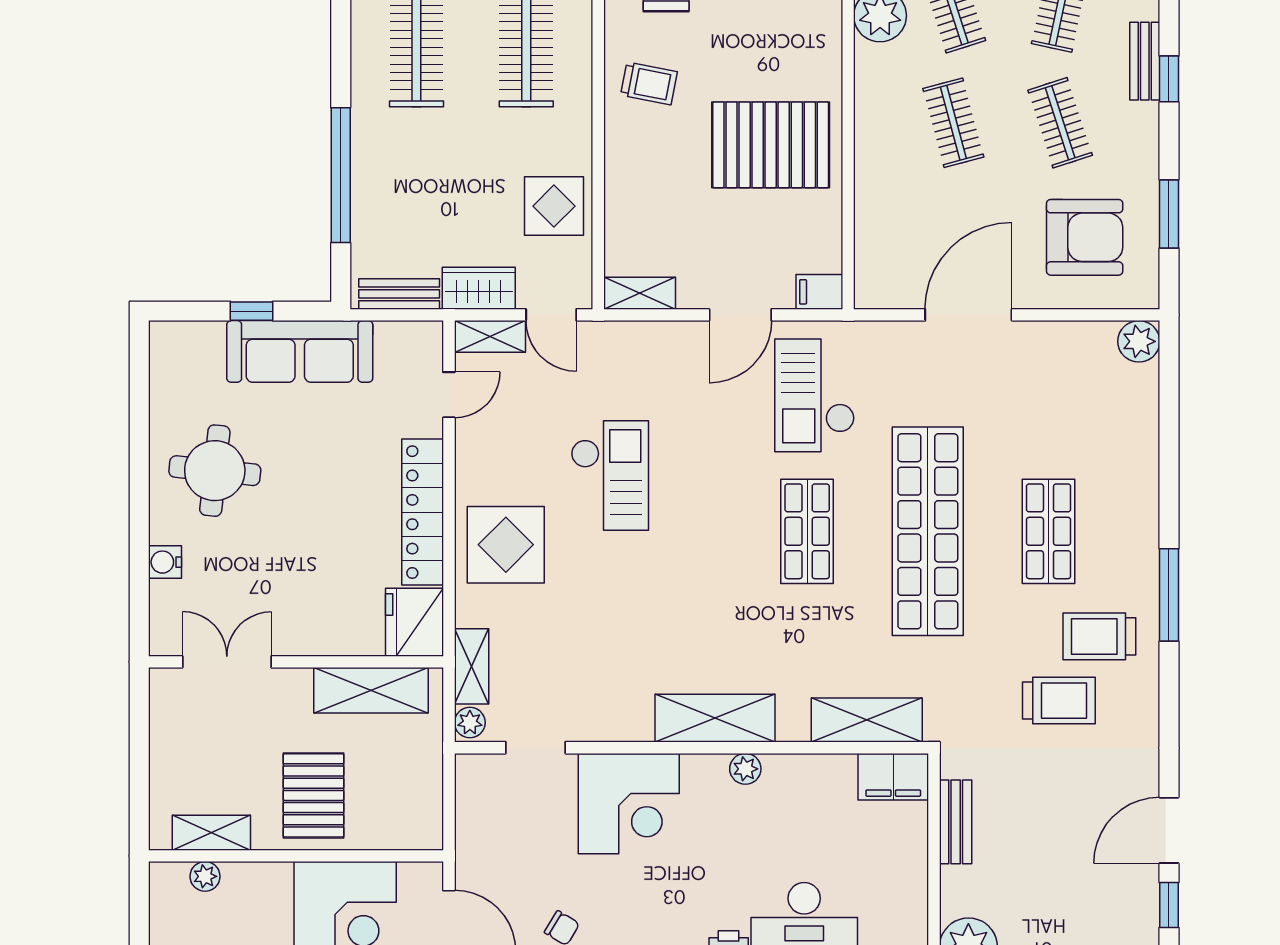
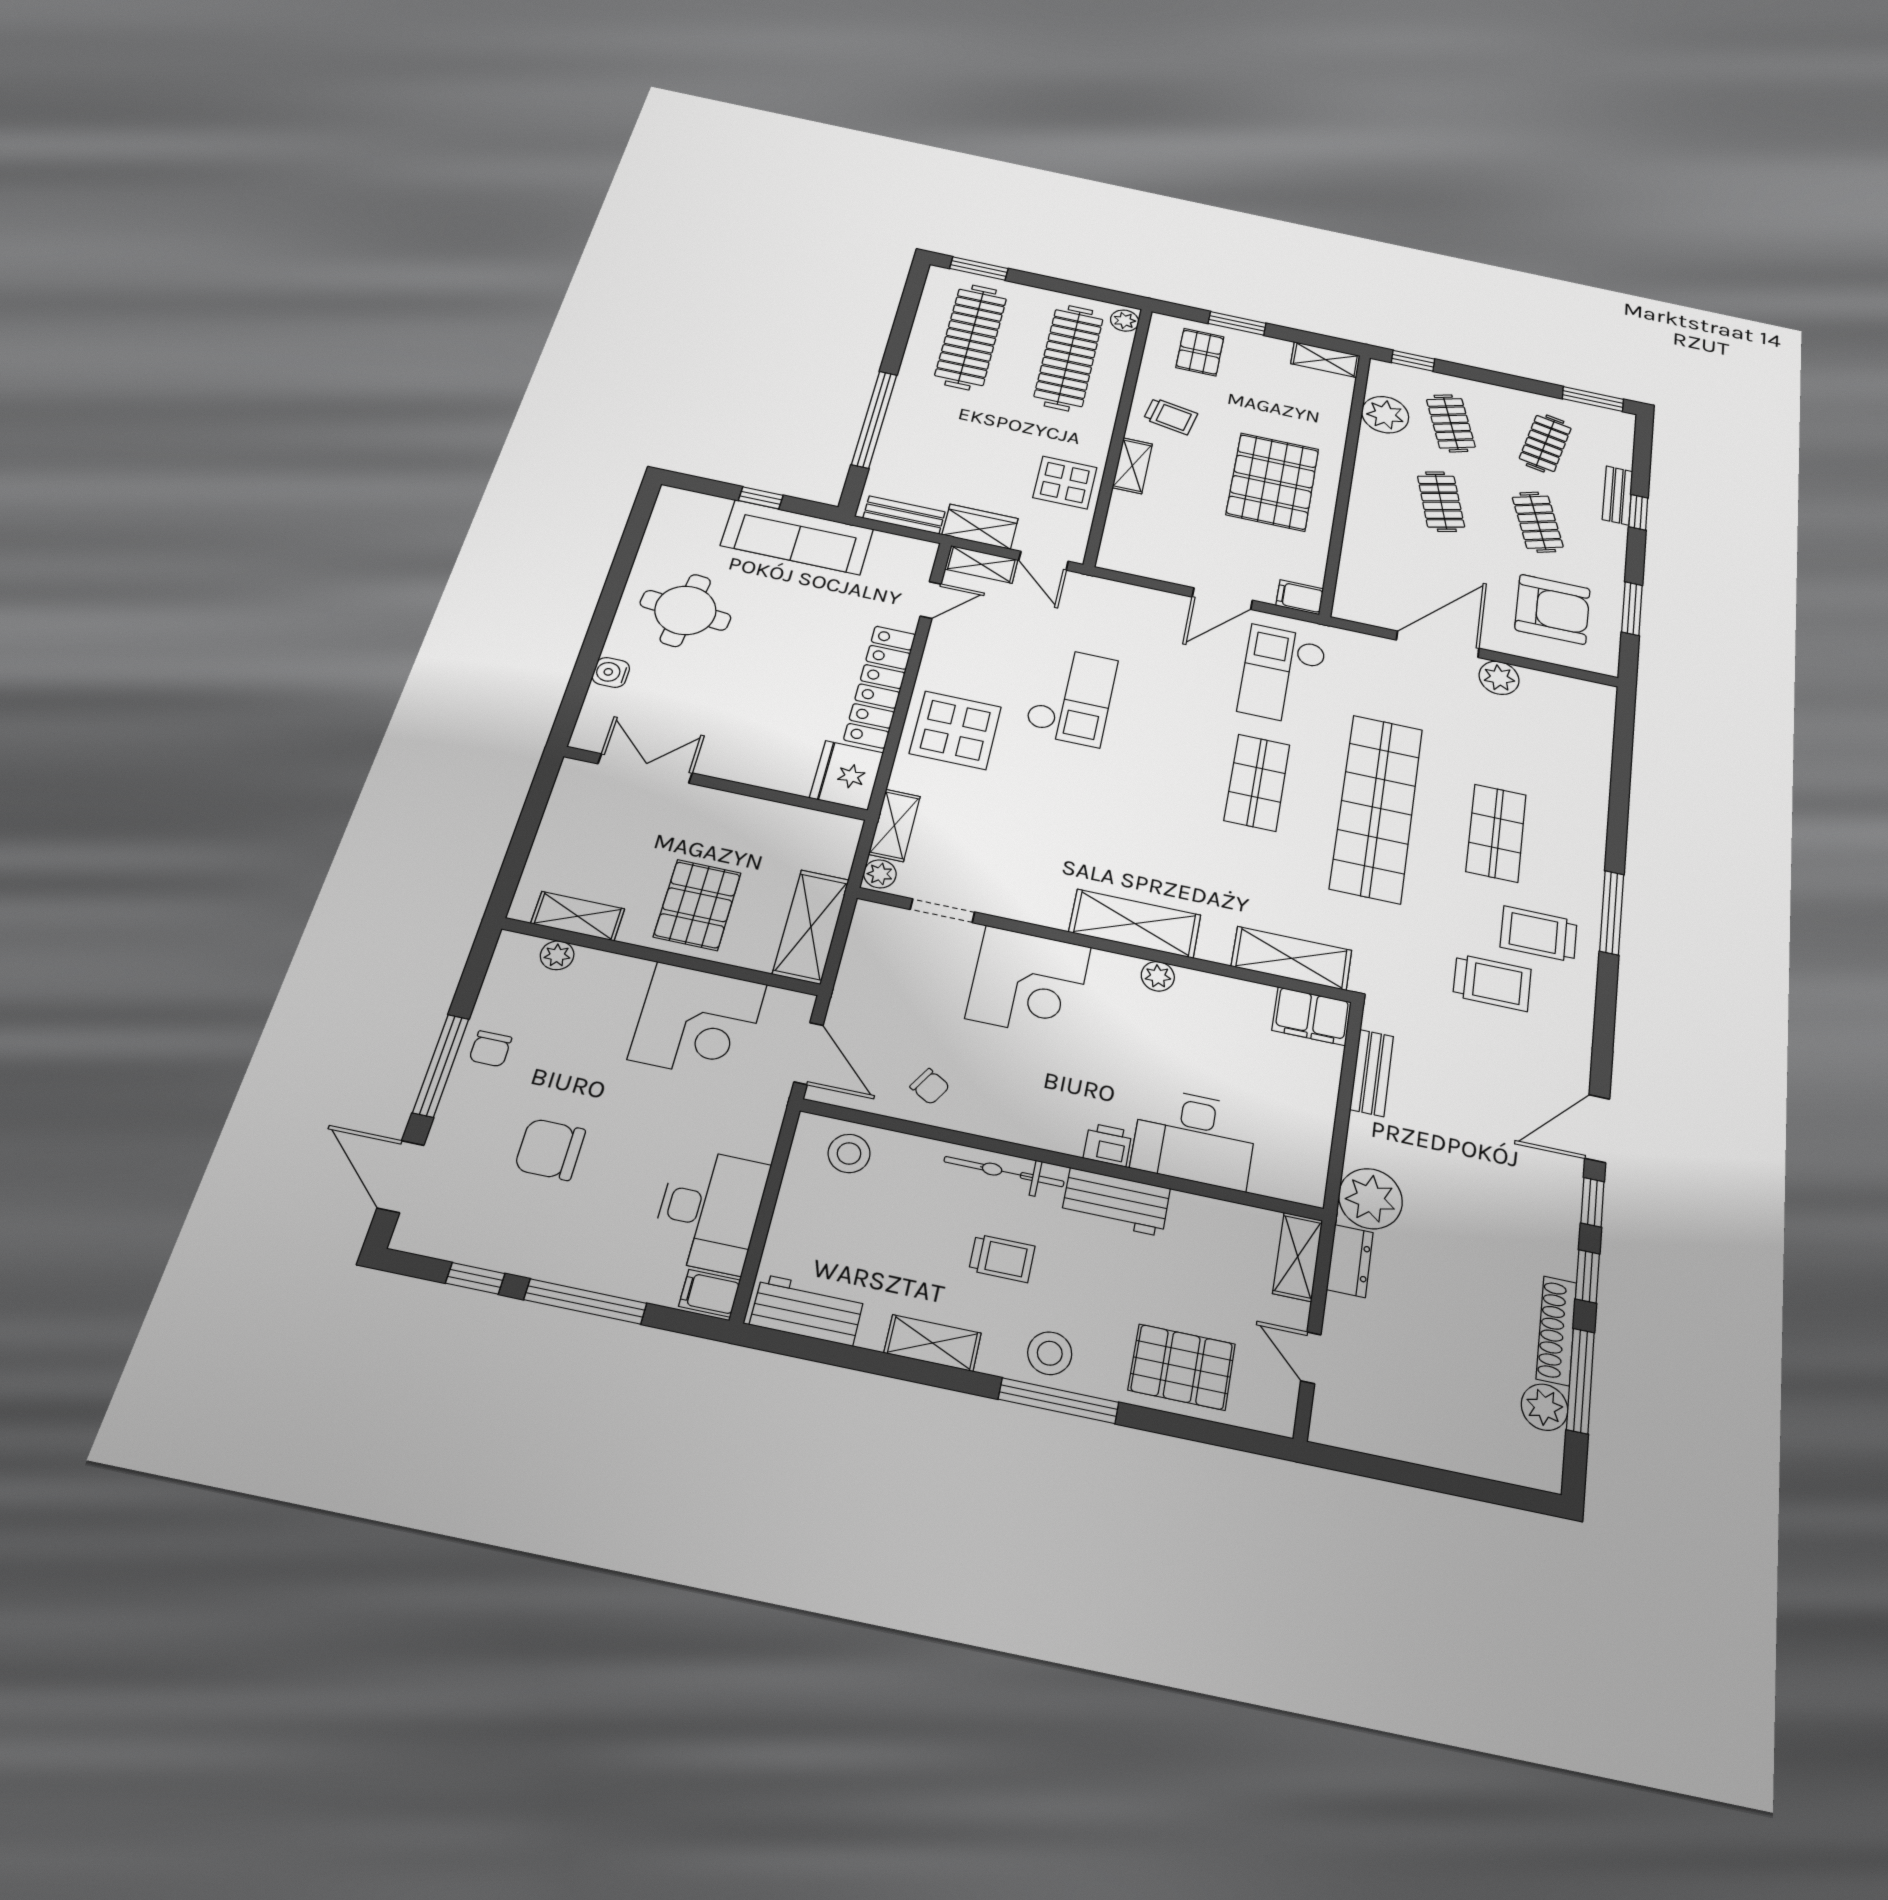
pallet: (771, 145) -> (1273, 482), turned 90
shelving: (640, 293) -> (1132, 466), moved, turned 90
plant: (1139, 341) -> (1499, 678), moved
shelving: (371, 690) -> (811, 927), moved, turned 90

